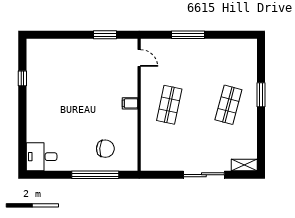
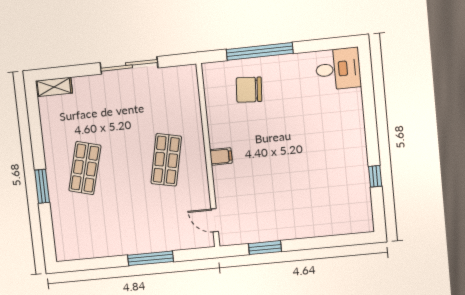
sliding door: (204, 175) -> (129, 65), moved

